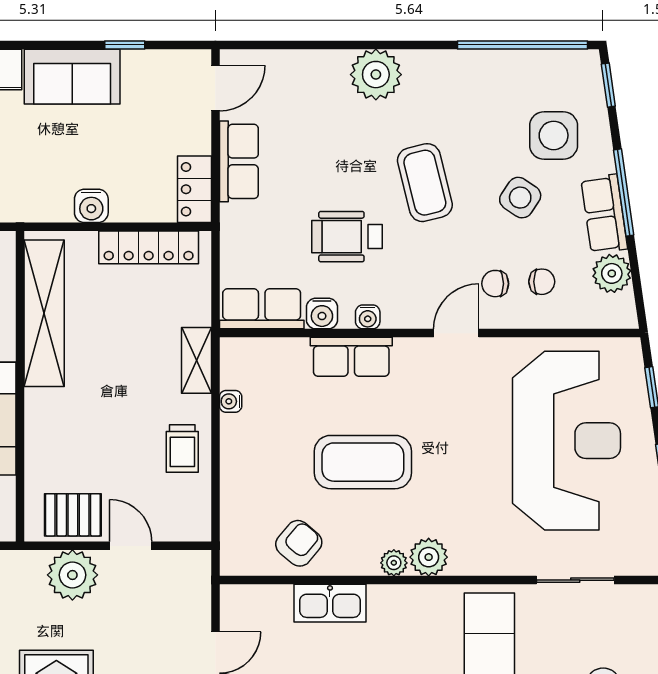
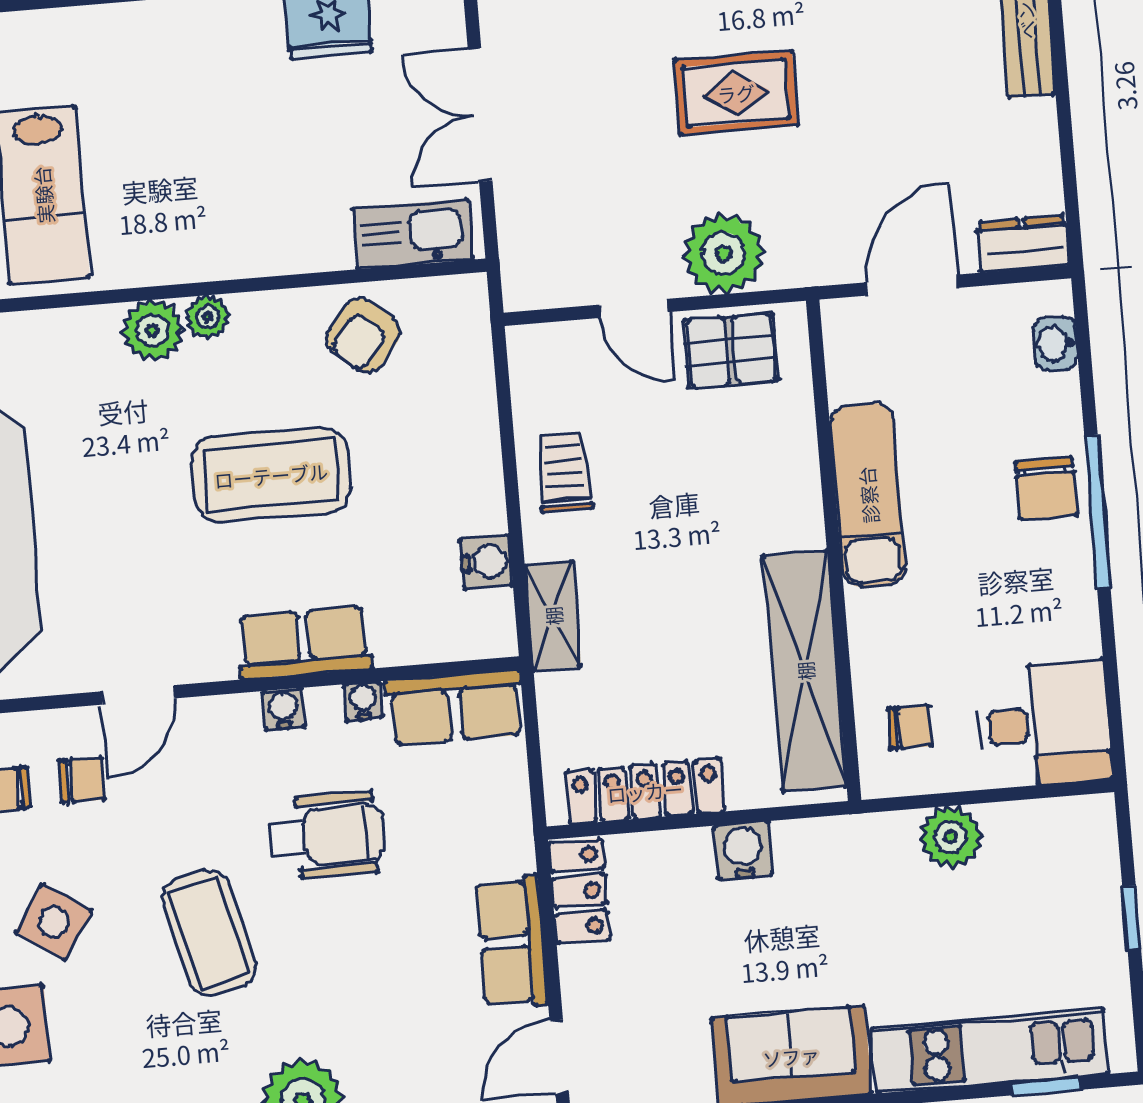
water cooler: (322, 314) -> (363, 701), width x0.72, depth x0.72
water cooler: (231, 401) -> (486, 562), width x1.38, depth x1.38
kitchen sink: (330, 603) -> (413, 234), moved

